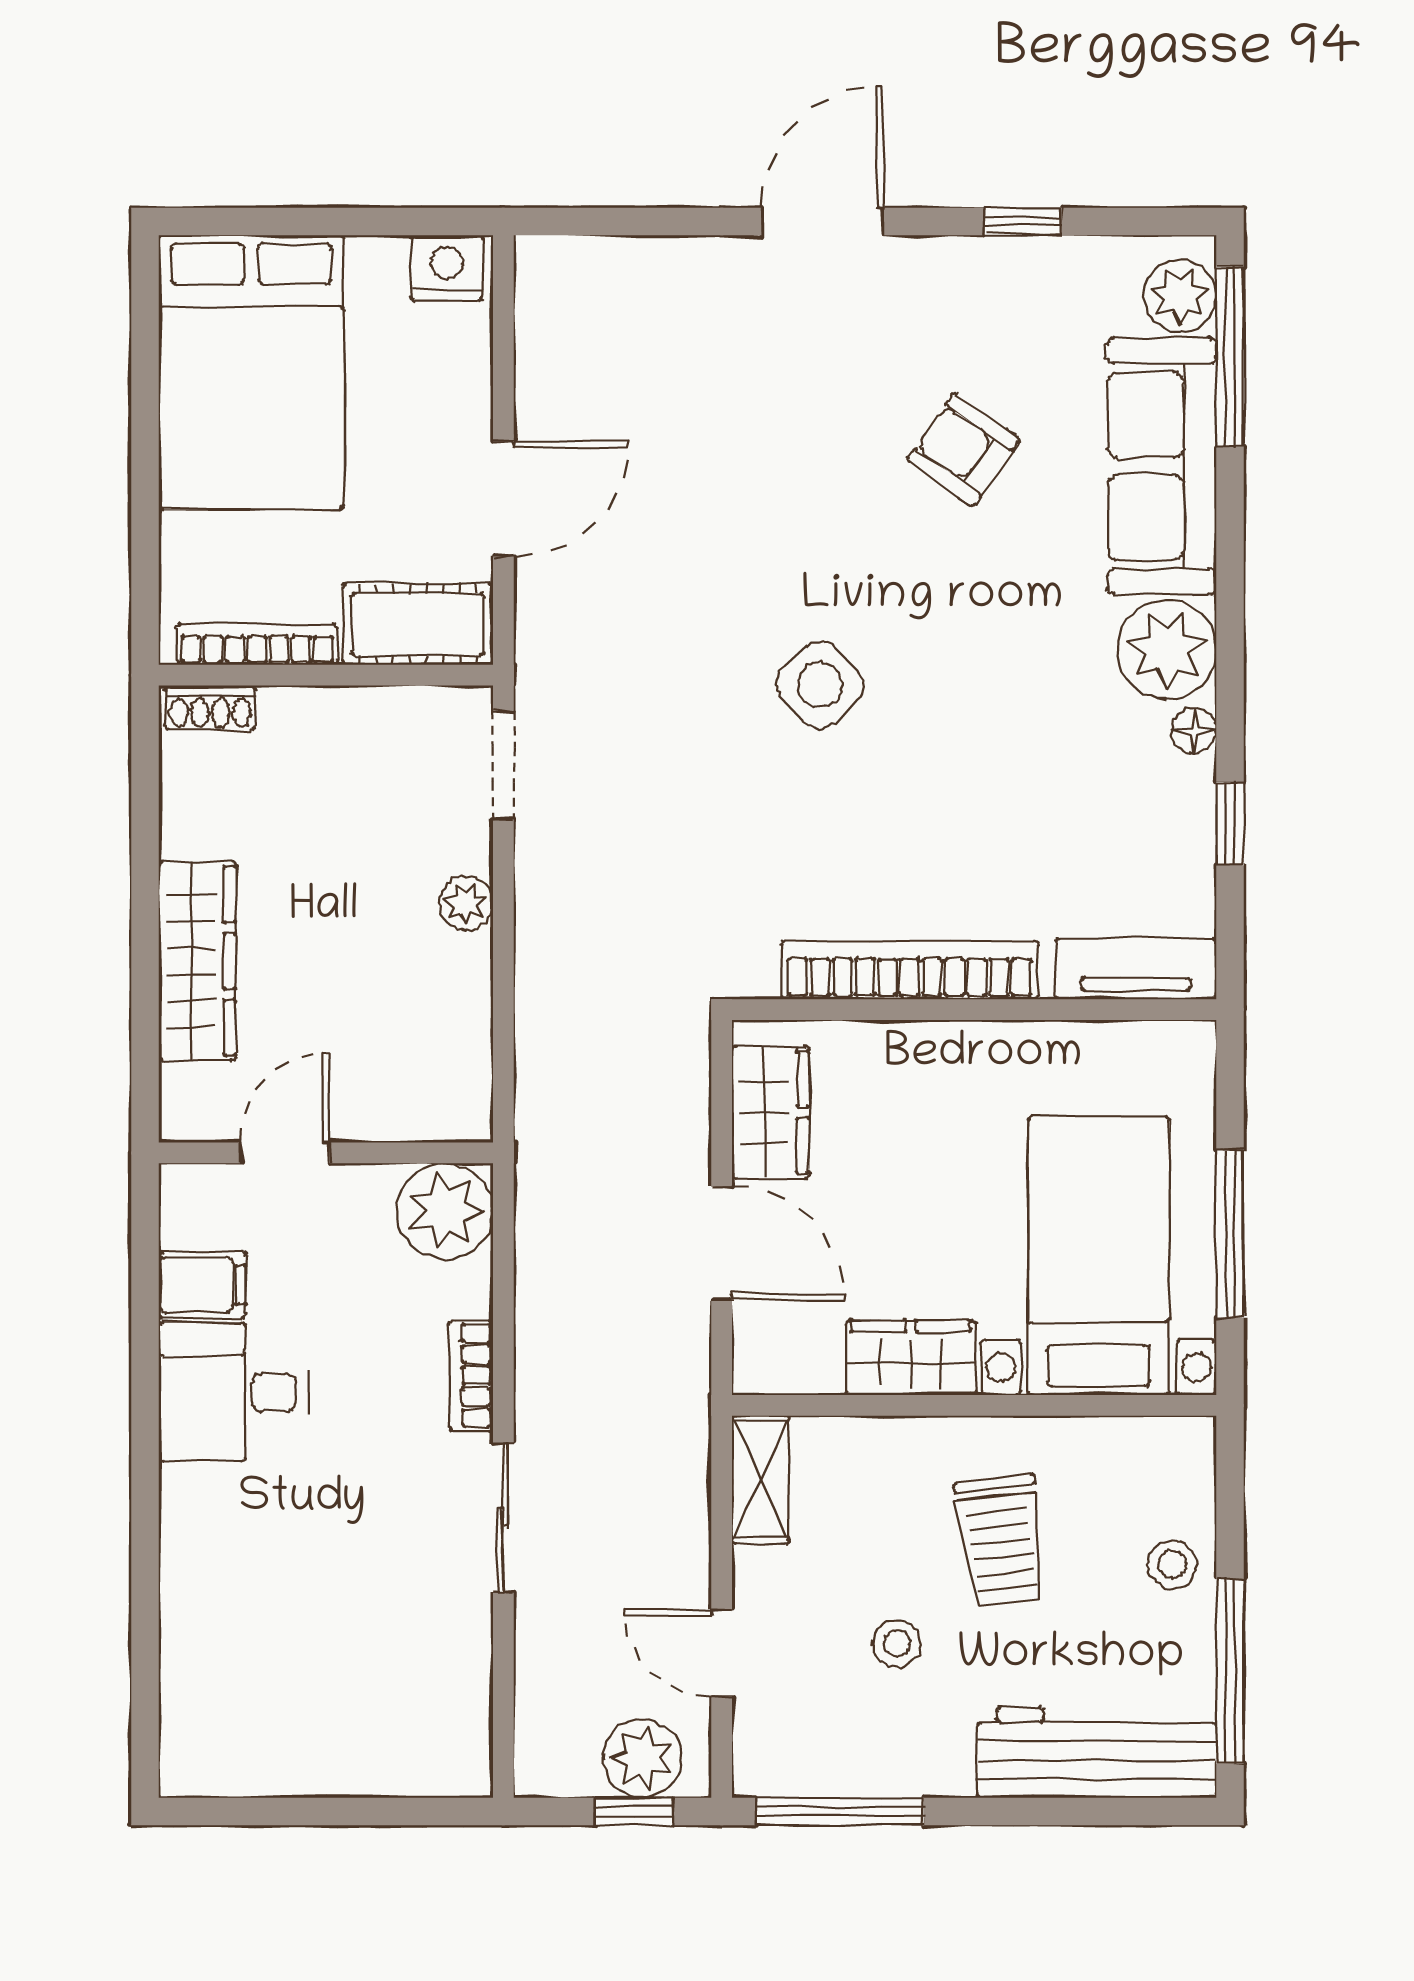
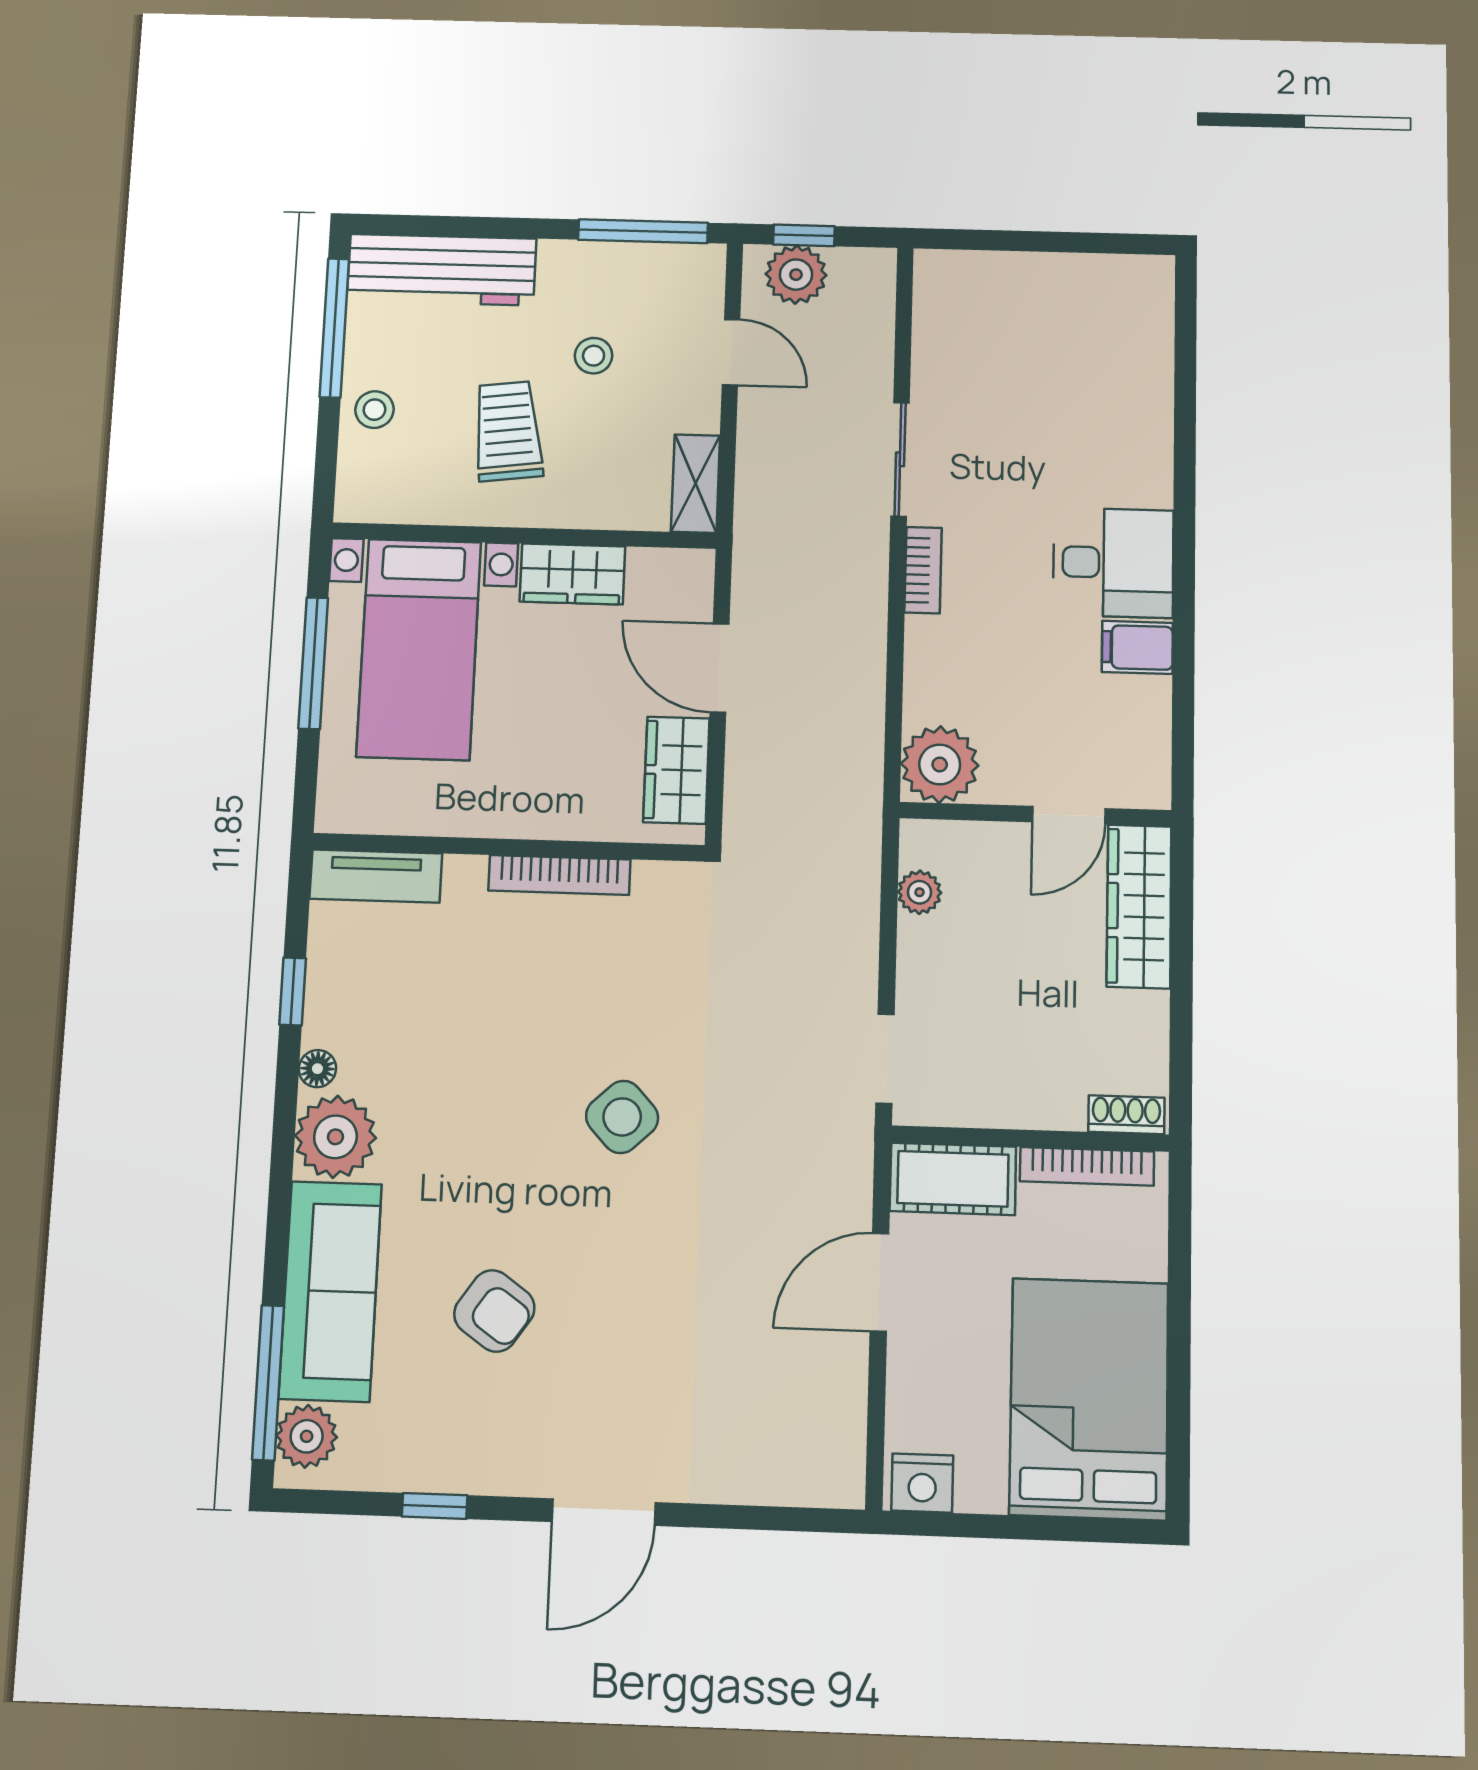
plant: (466, 903) -> (920, 892), moved
bookcase: (910, 970) -> (559, 875), width x0.68, depth x0.76
door: (285, 1153) -> (1069, 815), moved
wall: (326, 1153) -> (1035, 814), moved
plant: (445, 1211) -> (940, 764), moved

